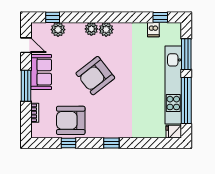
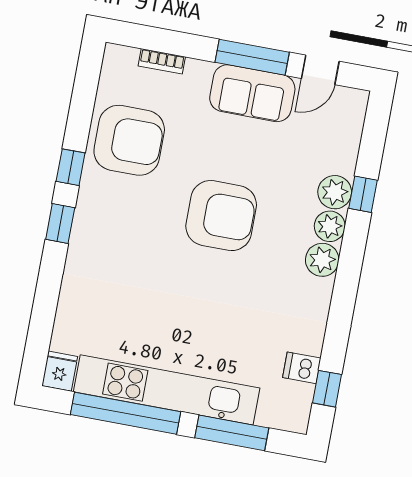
window: (53, 17) -> (363, 194), moved
plant: (58, 30) -> (335, 192), moved
armchair: (95, 76) -> (221, 216), turned 128
window: (26, 86) -> (252, 57), moved
armchair: (71, 120) -> (129, 140), turned 90
window: (69, 143) -> (71, 167), moved

